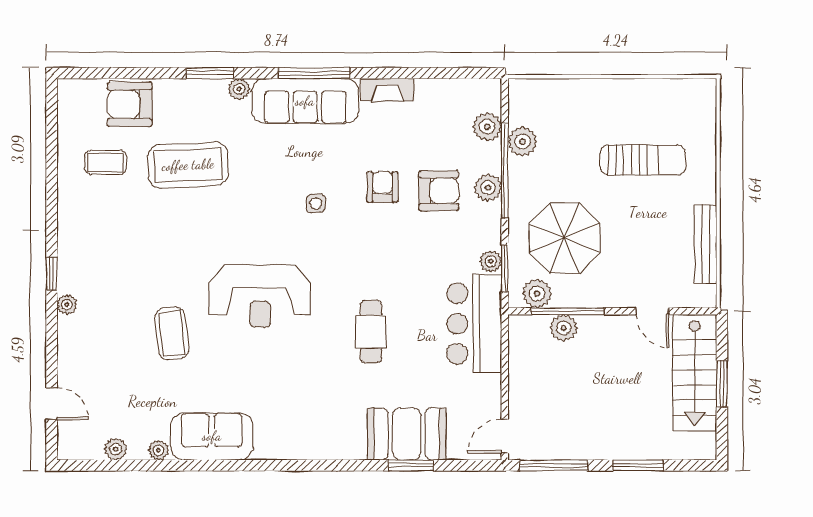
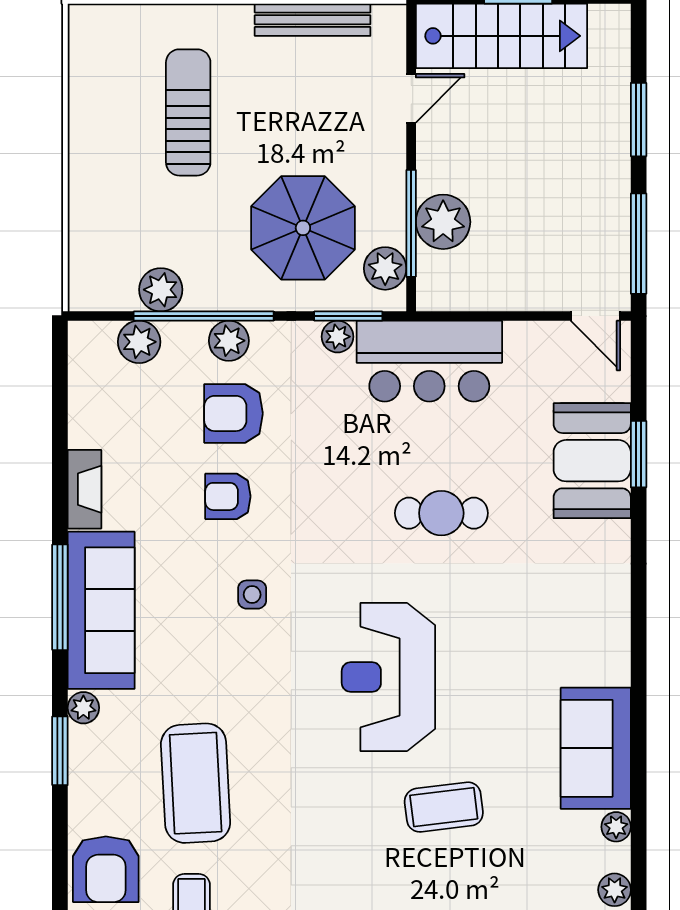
armchair: (439, 191) -> (233, 413), turned -90
reception desk: (260, 296) -> (388, 677), turned 180
plant: (564, 328) -> (443, 222), width x1.36, depth x1.36

